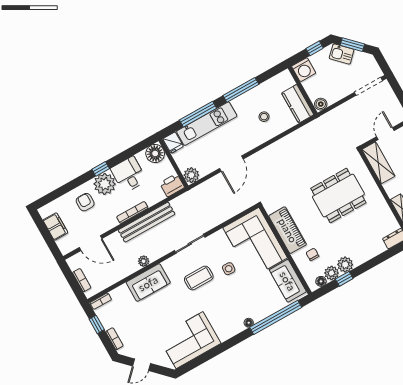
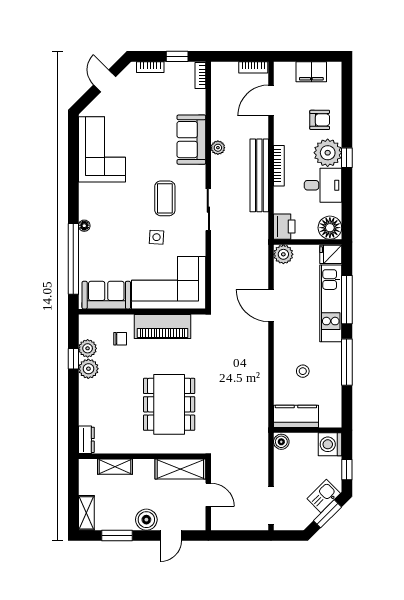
bookcase: (82, 280) -> (253, 67), moved
floor lamp: (321, 281) -> (85, 331), removed

